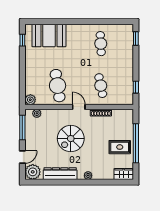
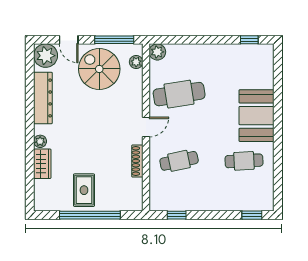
booth: (49, 36) -> (256, 116), moved
spiral stairs: (71, 139) -> (99, 69), moved
wardrobe: (124, 174) -> (42, 164), moved

